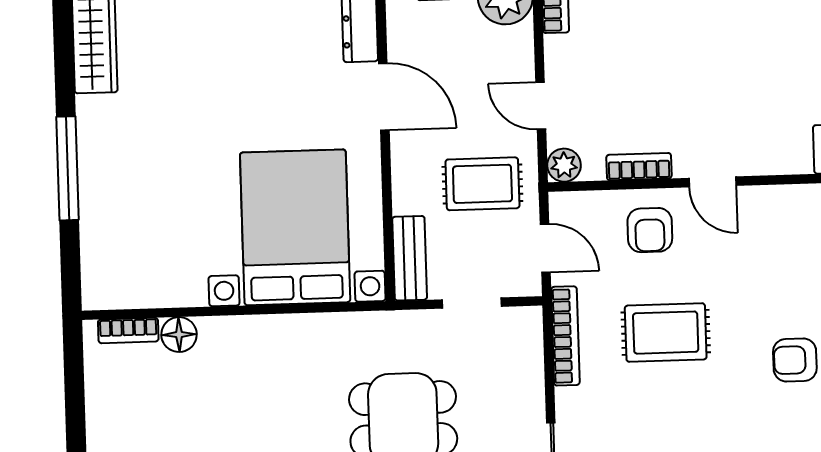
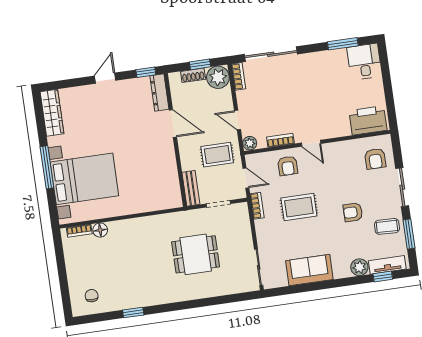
bed with nightstands: (295, 227) -> (84, 179), moved, turned 90
bookcase: (565, 336) -> (257, 206), width x0.64

